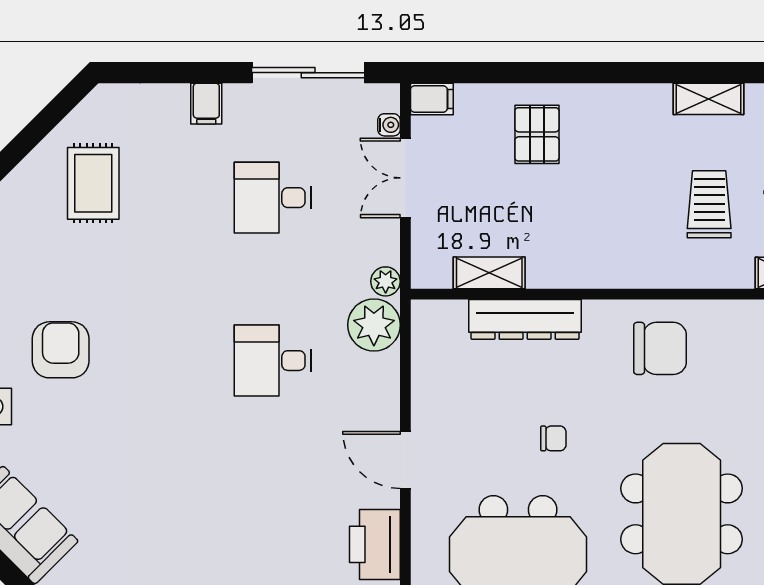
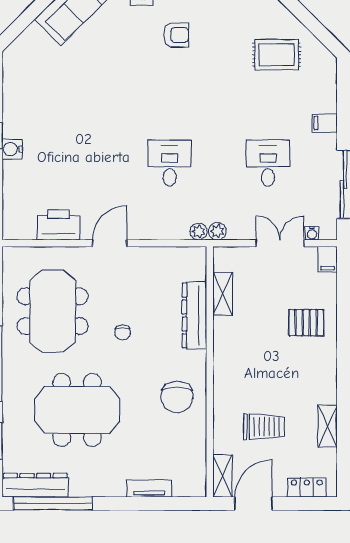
plant: (374, 325) -> (198, 232), width x0.53, depth x0.53
armchair: (61, 350) -> (176, 35), width x0.72, depth x0.72

